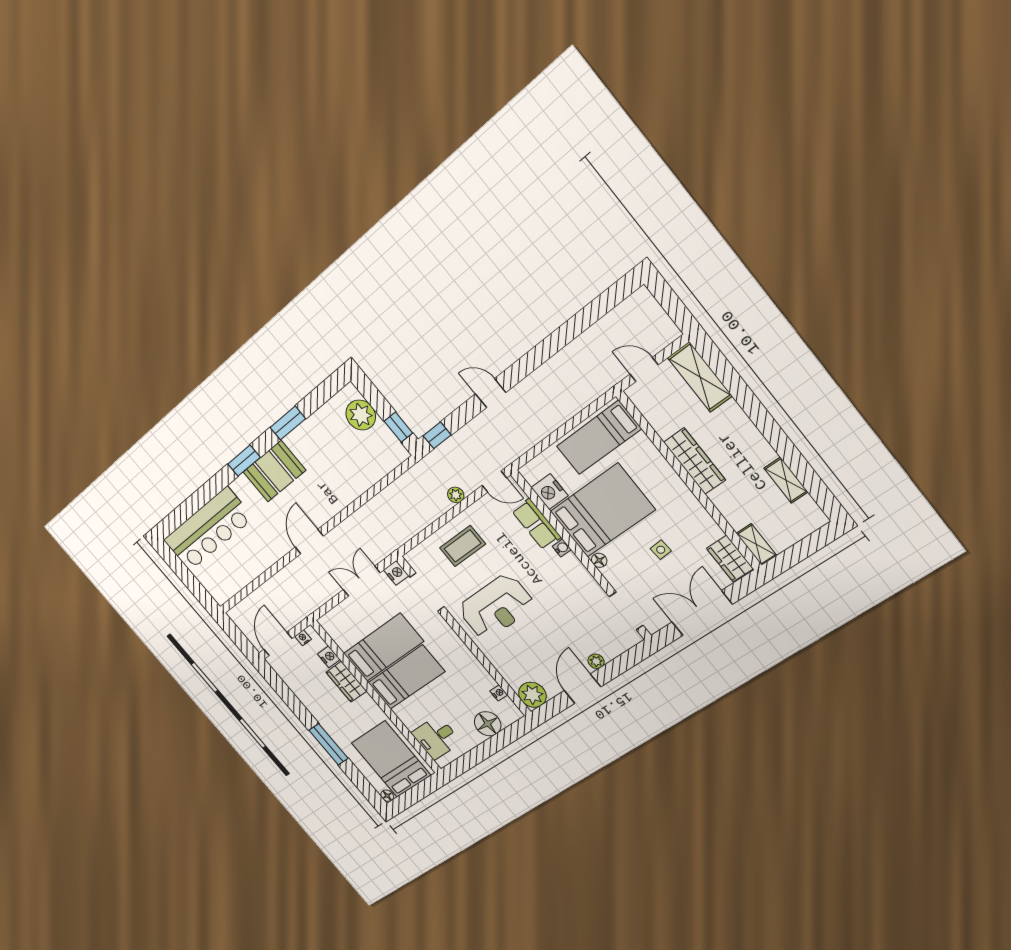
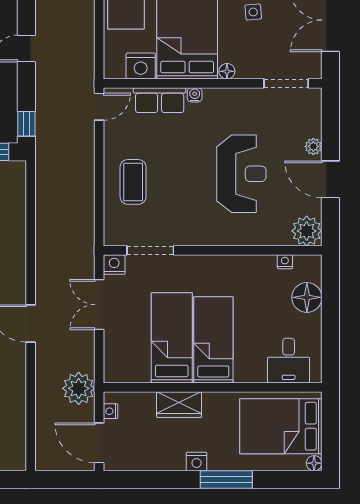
plant: (456, 495) -> (79, 388), moved, width x1.88, depth x1.88
reception desk: (496, 607) -> (241, 174), moved
nightstand: (329, 657) -> (197, 462), moved, turned 180

